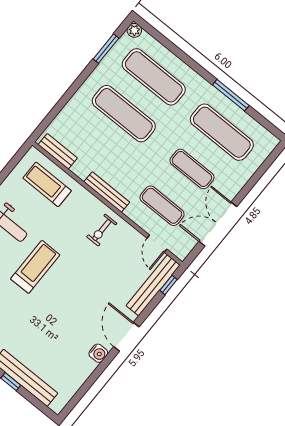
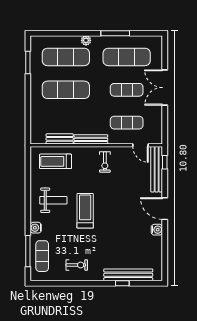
plant: (134, 30) -> (86, 40), moved
bench: (58, 151) -> (60, 139), moved
double door: (218, 224) -> (165, 88), moved

